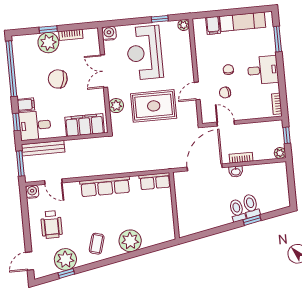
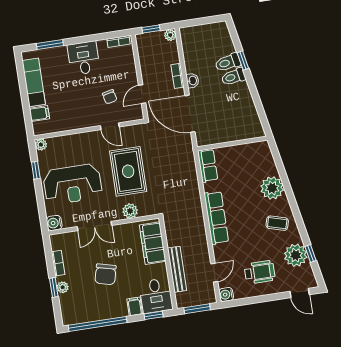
plant: (48, 43) -> (63, 287), width x0.53, depth x0.53
chair: (228, 70) -> (85, 95), removed
bench: (43, 148) -> (177, 269), moved

